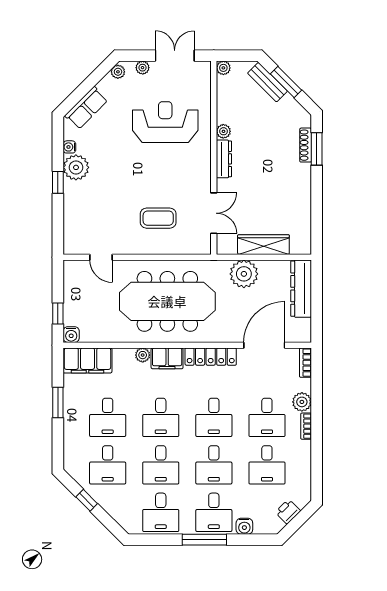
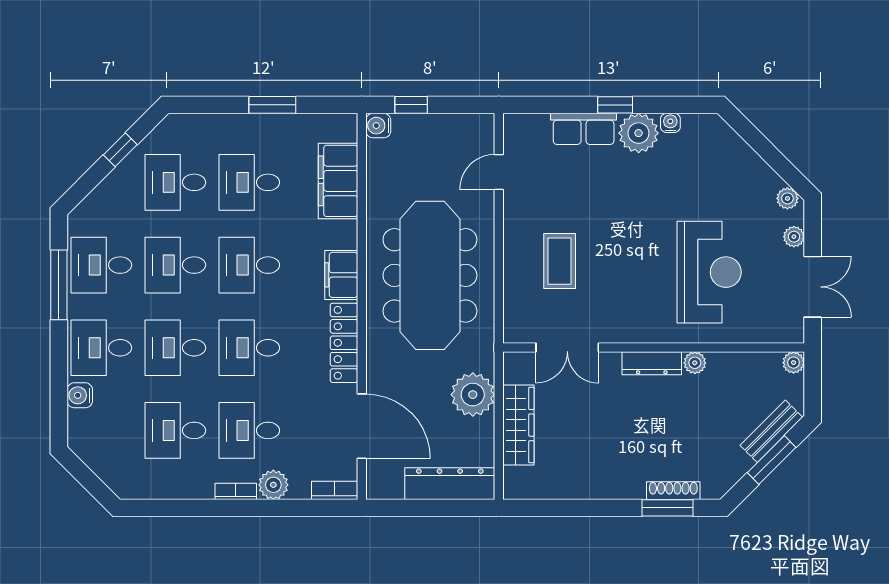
row of seats: (86, 108) -> (584, 129), moved, turned -45
plant: (143, 355) -> (346, 237), removed
filing cabinet: (88, 360) -> (338, 181), moved
printer: (288, 512) -> (103, 463), removed
window: (204, 540) -> (59, 285), moved

